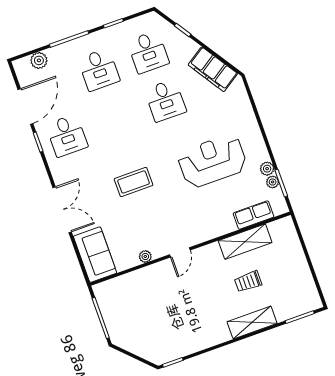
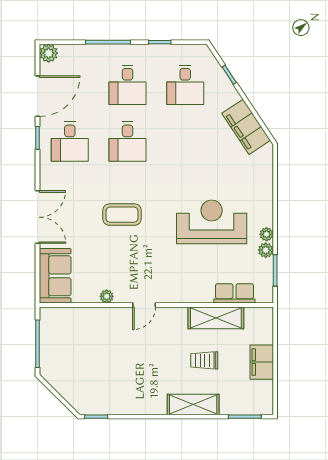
plant: (39, 60) -> (49, 53), moved
desk: (165, 100) -> (128, 142), moved
plant: (273, 182) -> (267, 234), moved
filing cabinet: (298, 265) -> (262, 362), added

